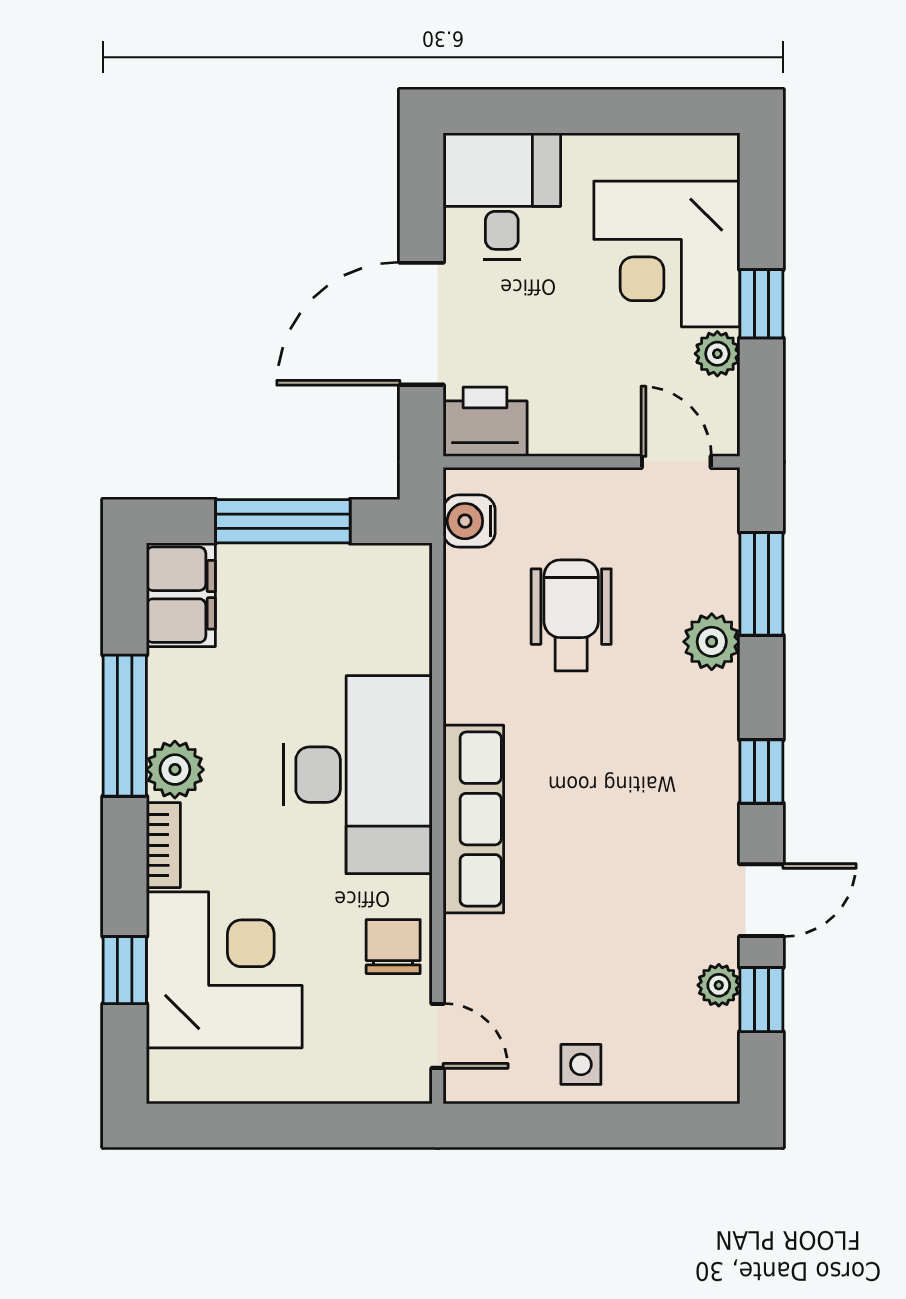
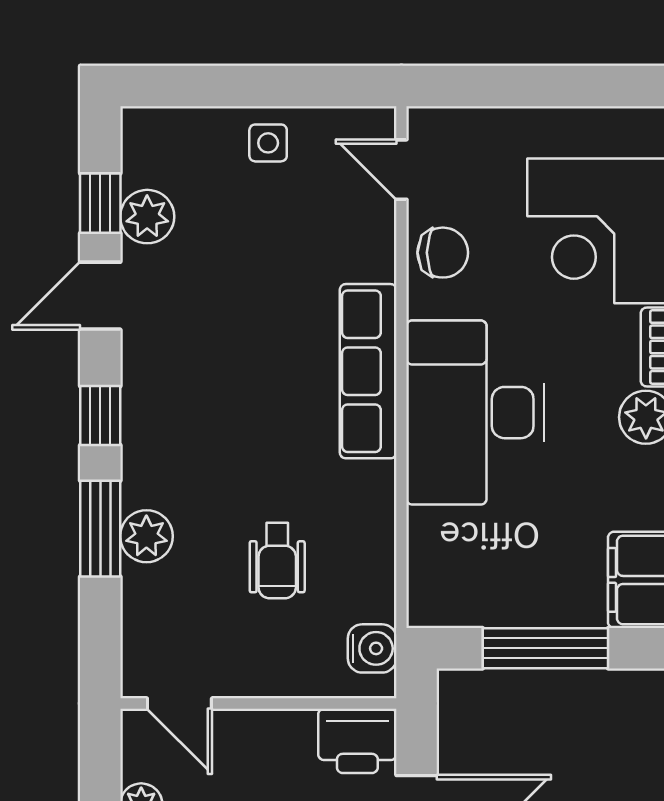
window: (761, 584) -> (100, 529), moved
wheelchair: (571, 615) -> (277, 561), width x0.73, depth x0.73
chair: (393, 947) -> (443, 253), turned -90
plant: (719, 985) -> (147, 217), width x1.38, depth x1.38

